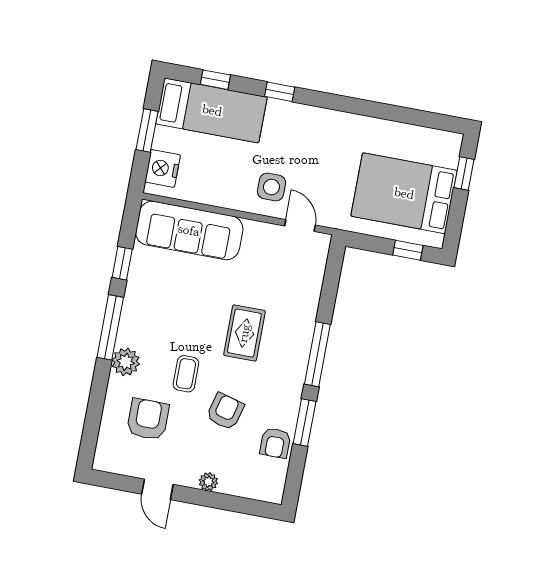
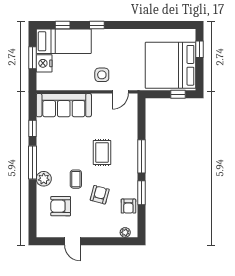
nightstand: (163, 168) -> (44, 63), moved
bed: (404, 193) -> (171, 65), width x1.36
door: (300, 225) -> (120, 92), swing flipped
armchair: (148, 419) -> (61, 206), turned -90
plant: (208, 482) -> (125, 232), moved

